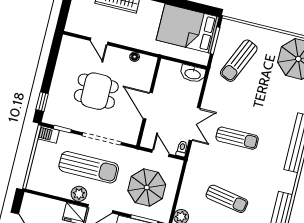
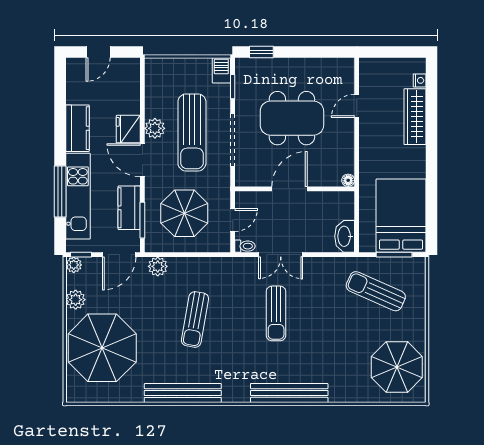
floor lamp: (135, 57) -> (348, 180), moved
dining table: (96, 91) -> (292, 118), width x1.38

